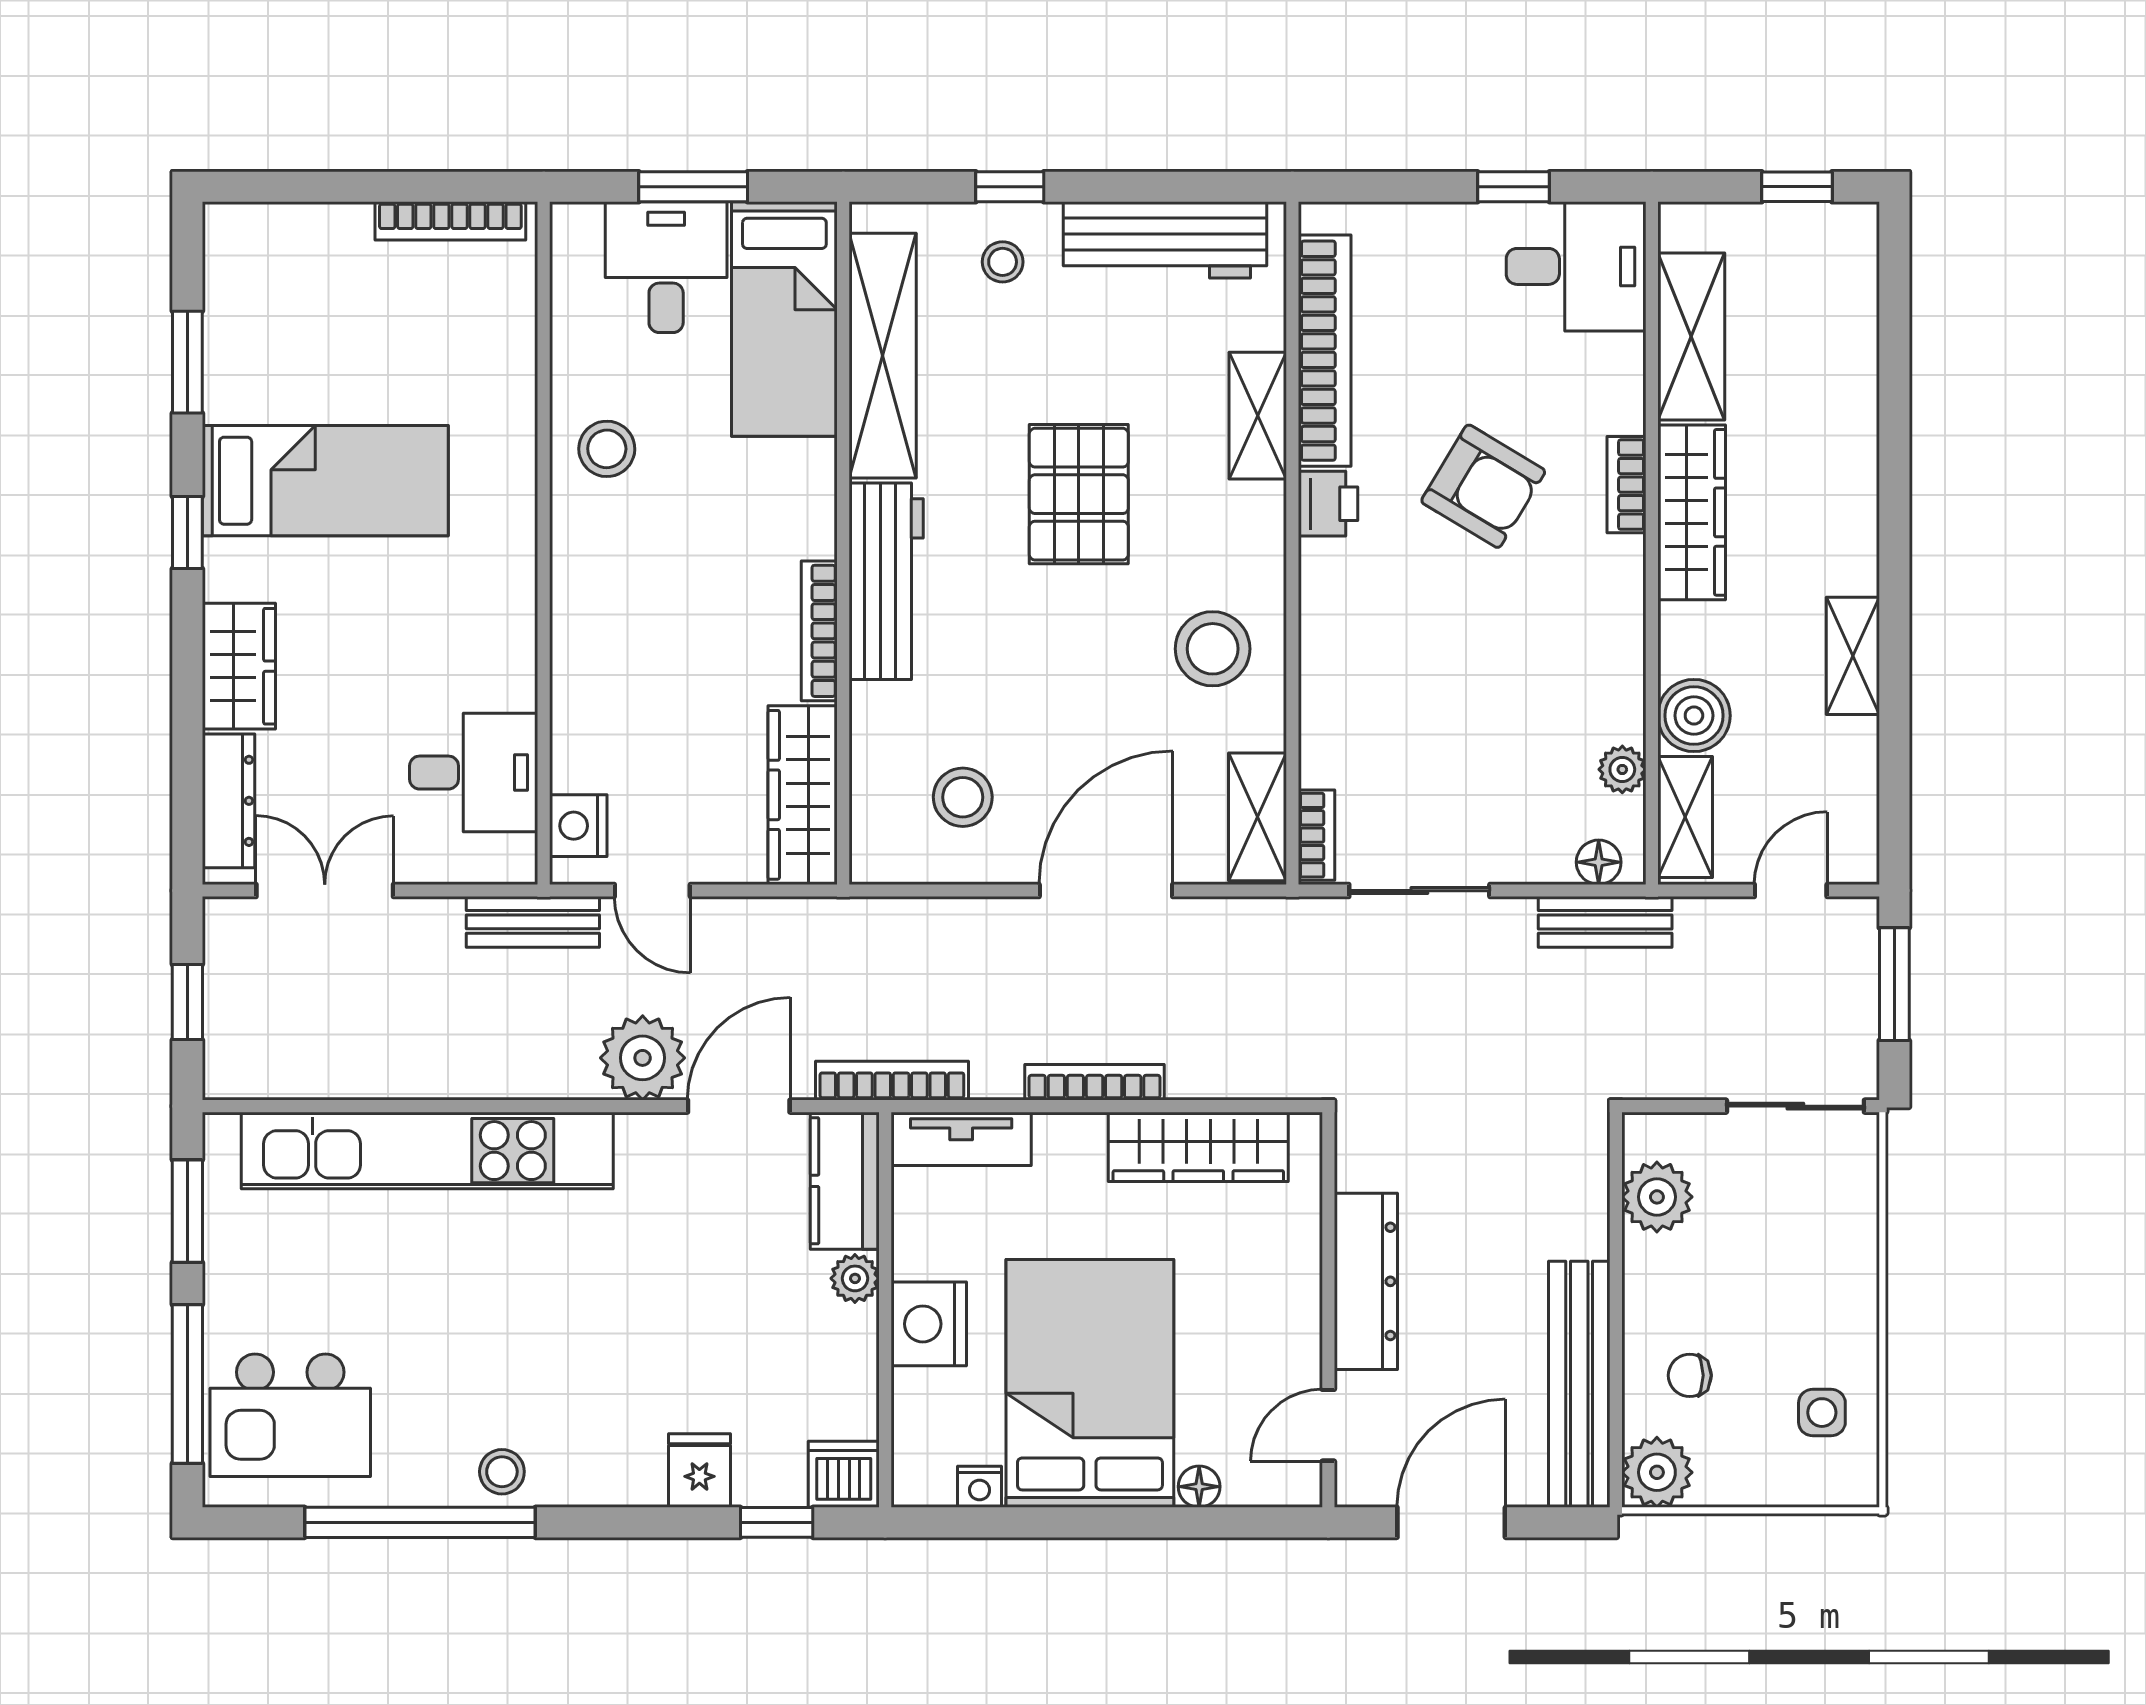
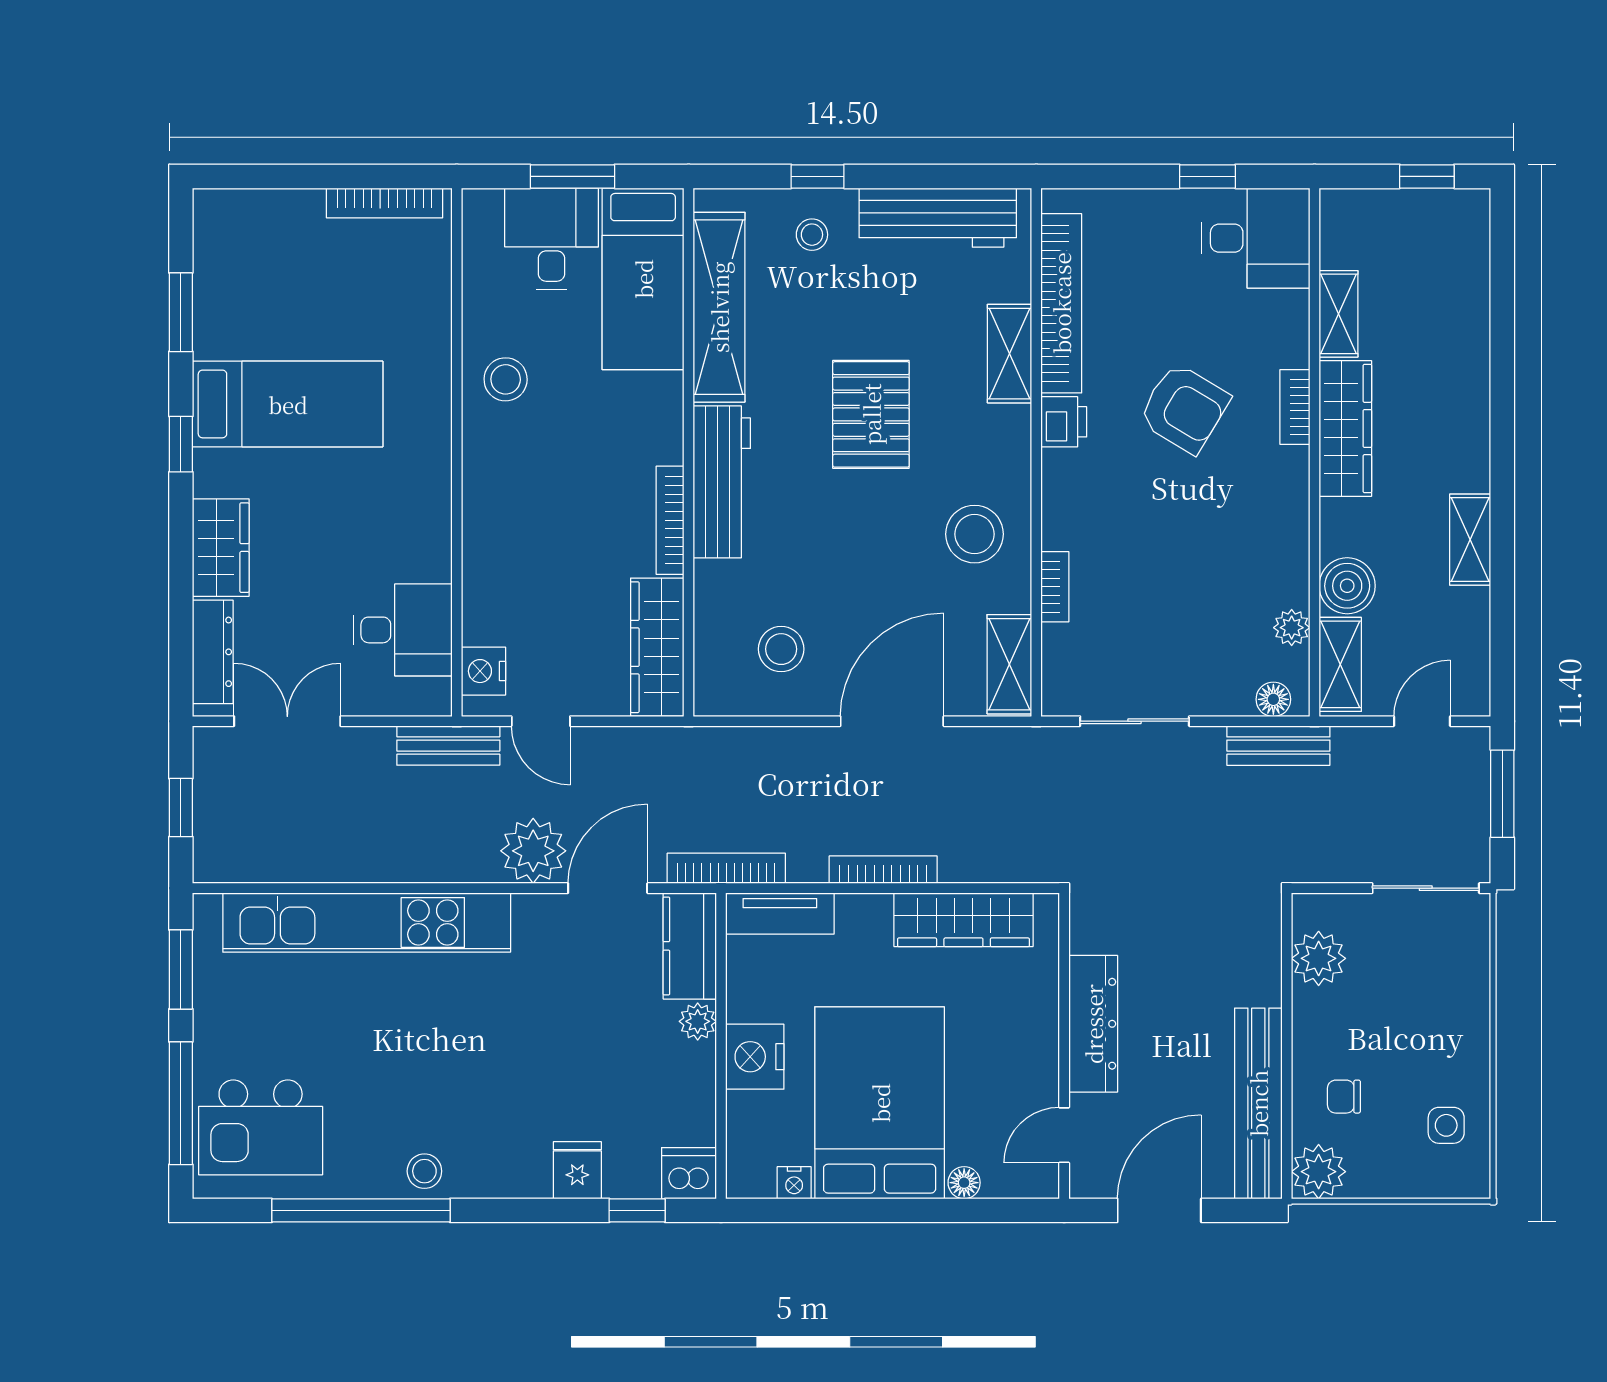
shelving: (1691, 336) -> (1339, 314), width x0.67, depth x0.75
bookcase: (1317, 835) -> (1055, 587), moved

